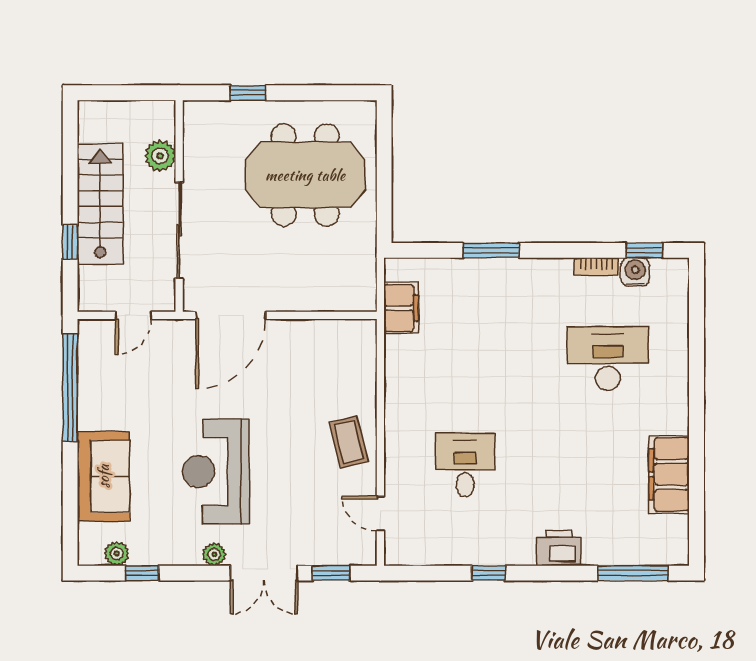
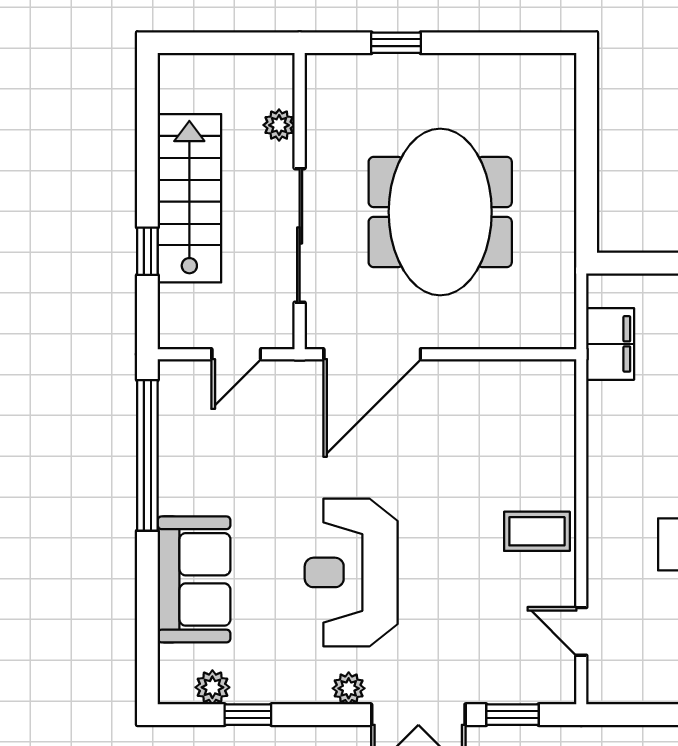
plant: (160, 156) -> (279, 125), width x0.73, depth x0.73
meeting table: (305, 175) -> (440, 212), moved, turned 90
coffee table: (349, 442) -> (537, 531), turned -76

